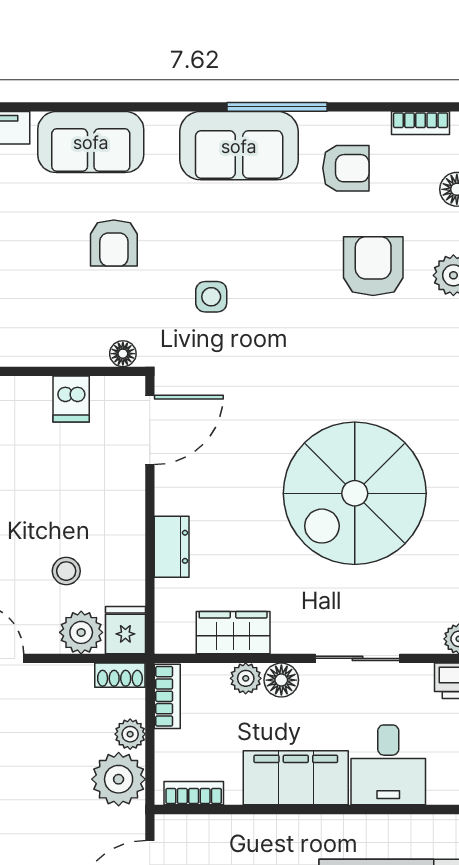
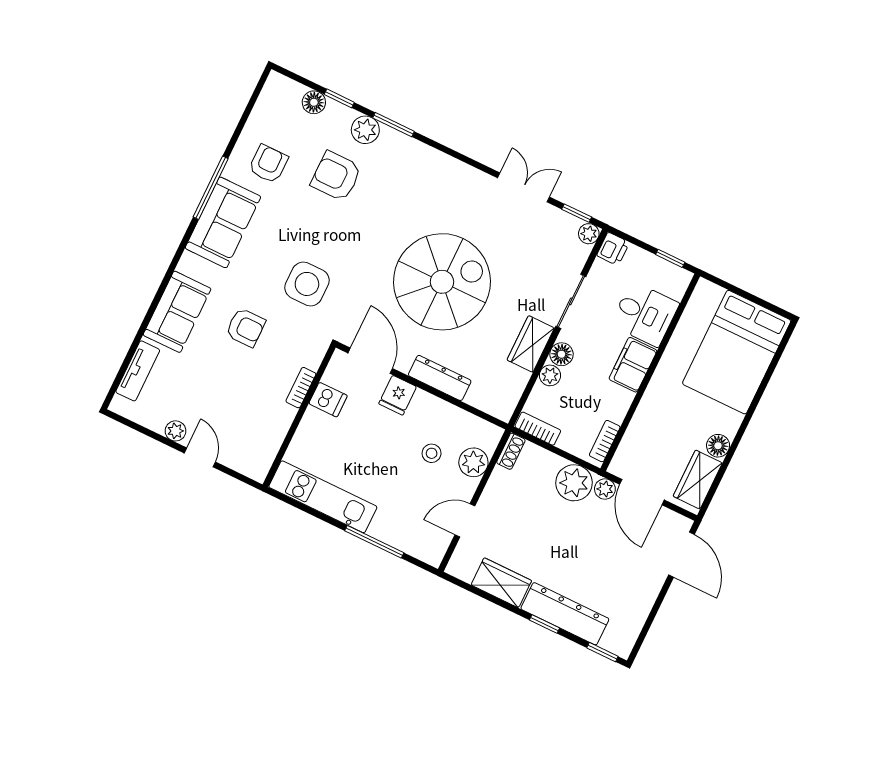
bookcase: (421, 123) -> (301, 388), moved, turned 180
side table: (211, 297) -> (307, 284), width x1.87, depth x1.87
floor lamp: (123, 354) -> (316, 355), removed
spiral stairs: (355, 493) -> (442, 282), moved, turned -90
dresser: (172, 547) -> (440, 378), width x1.44
fridge: (125, 630) -> (398, 395), moved, turned -90
wardrobe: (233, 633) -> (531, 344), moved
plant: (130, 734) -> (605, 489), moved
filing cabinet: (296, 778) -> (633, 365), width x0.67, depth x0.86

